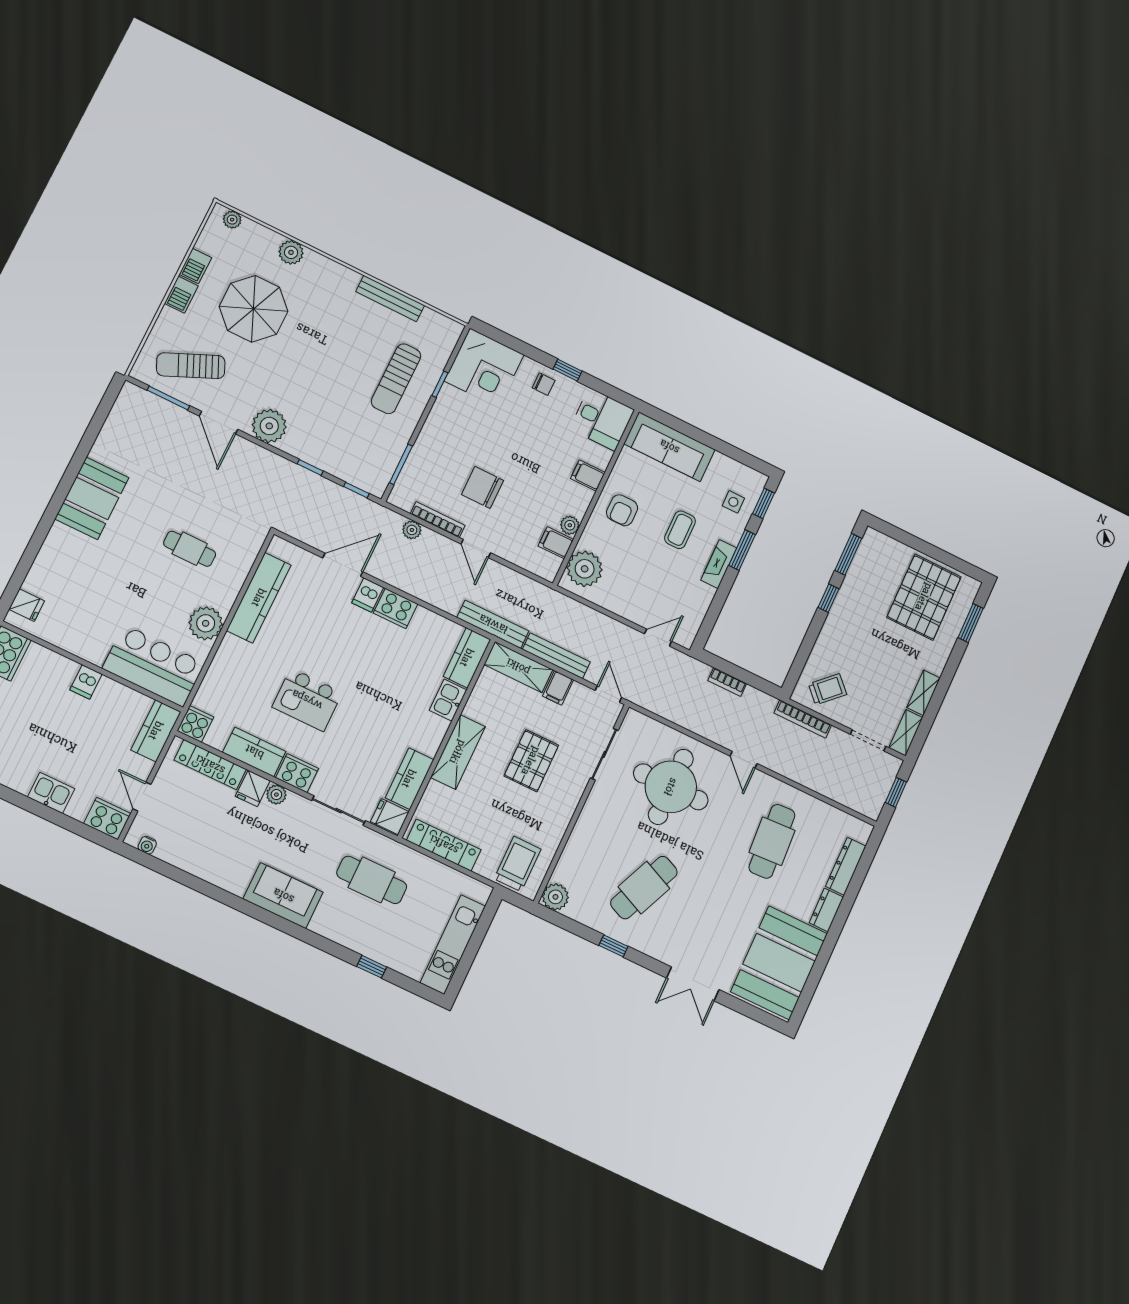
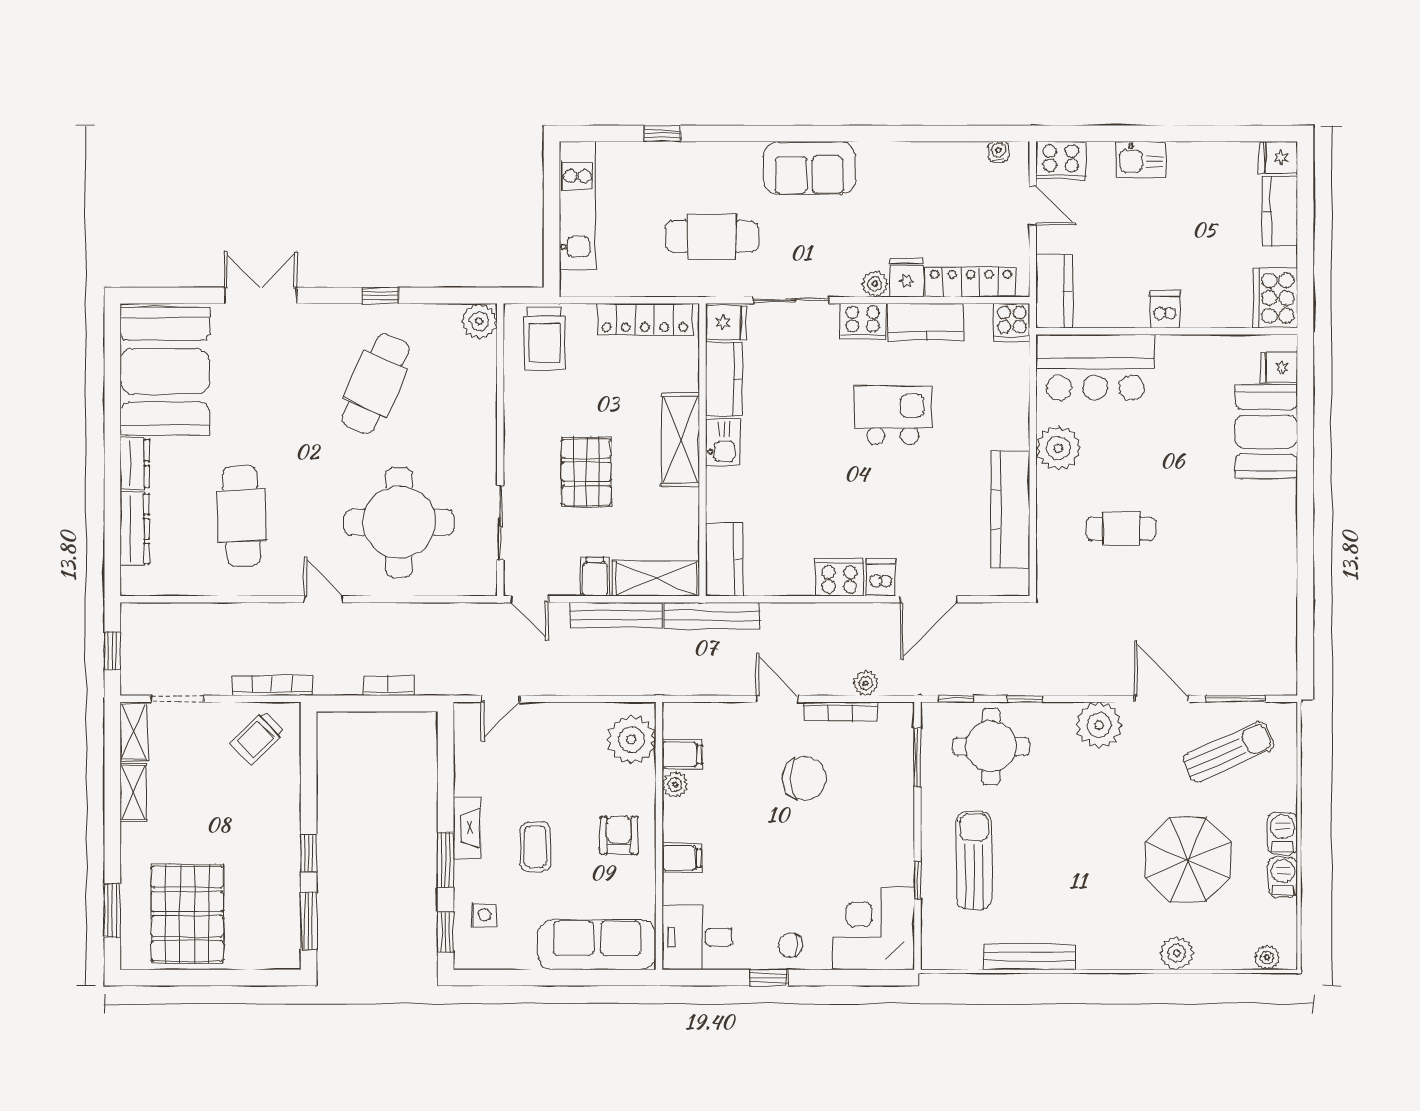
round table: (348, 447) -> (991, 746), added
booth: (92, 498) -> (1266, 432), moved
kitchen sink: (448, 700) -> (723, 442), moved

